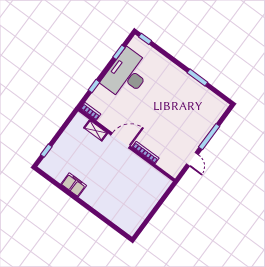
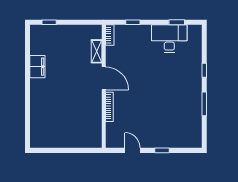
window: (145, 39) -> (204, 70), moved
desk: (127, 75) -> (169, 39), width x0.73, depth x0.77
window: (209, 137) -> (162, 150), width x0.46
door: (192, 159) -> (133, 150), swing flipped

